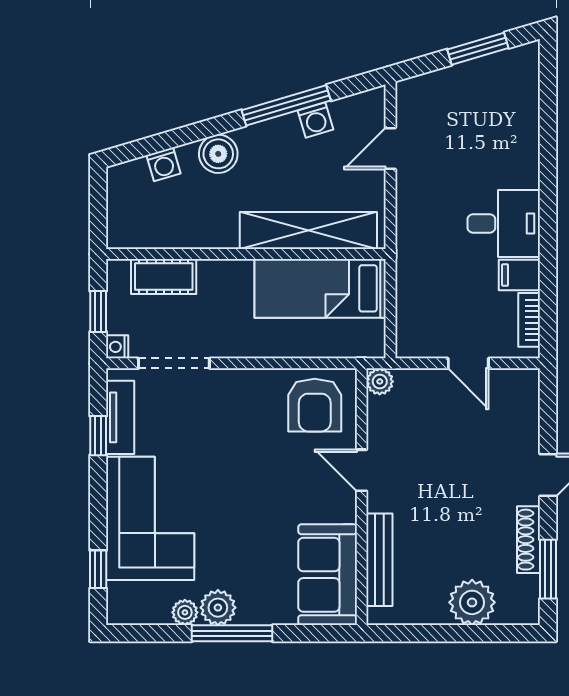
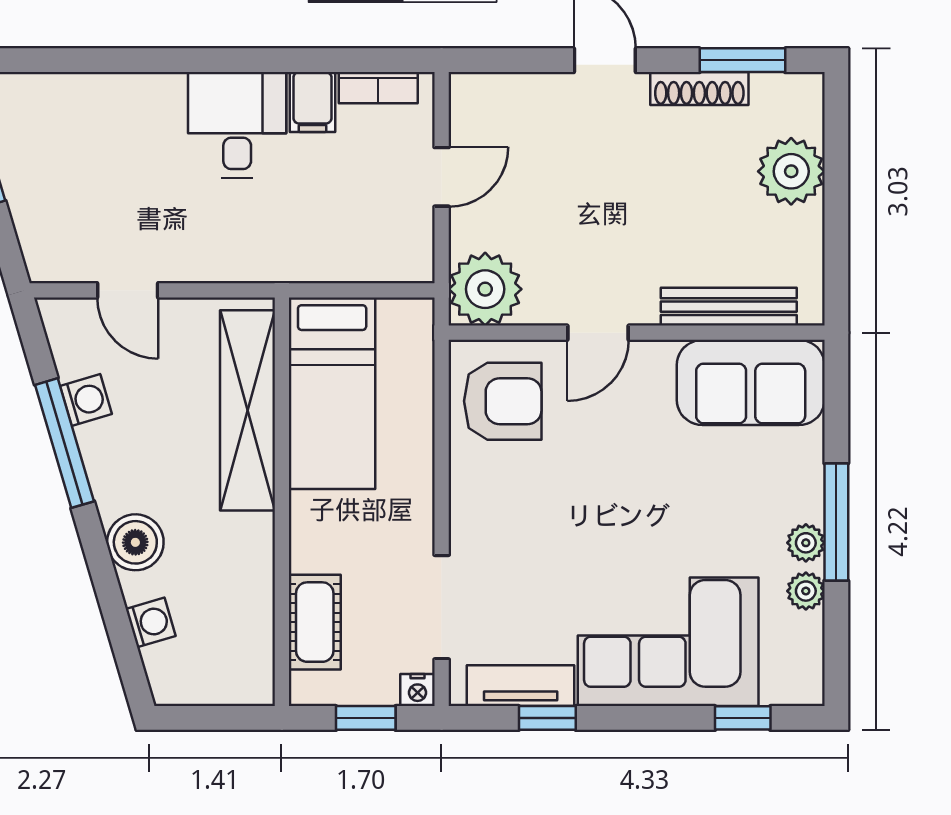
plant: (380, 381) -> (485, 289), width x1.88, depth x1.88
plant: (218, 608) -> (806, 543), width x0.73, depth x0.73

